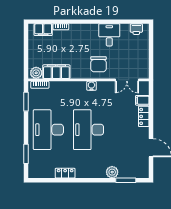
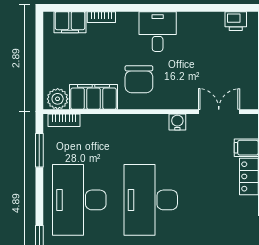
desk: (109, 35) -> (158, 32), moved
chair: (98, 64) -> (139, 79), moved
double door: (127, 80) -> (219, 112), swing flipped
water cooler: (91, 86) -> (177, 122), moved

